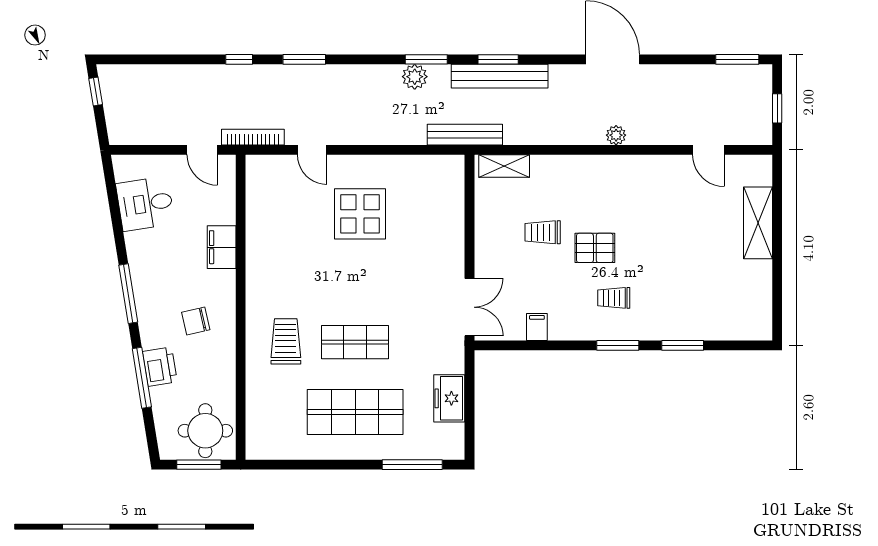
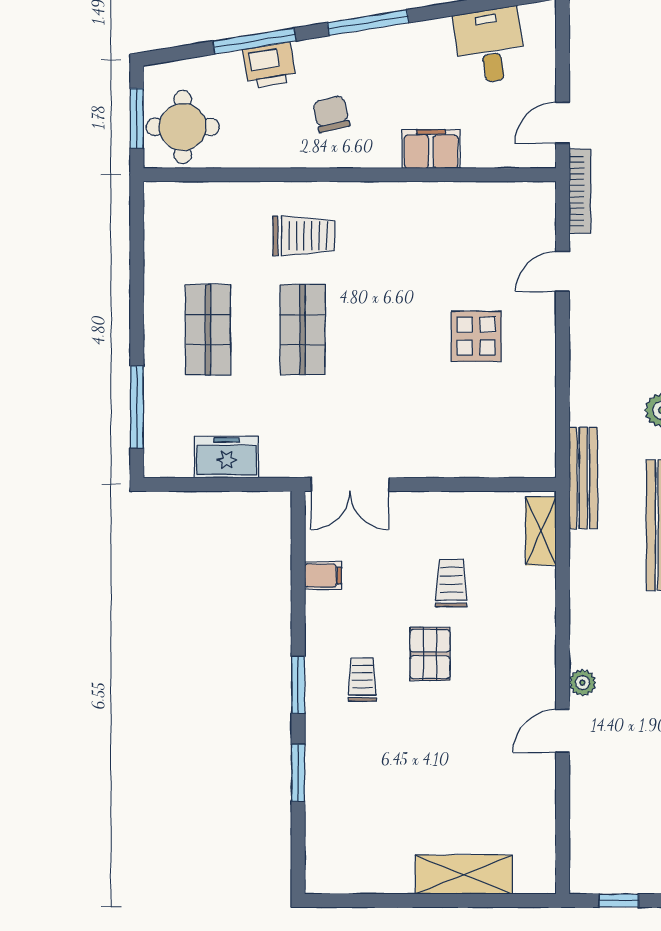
door: (708, 150) -> (563, 731), moved
display table: (360, 214) -> (476, 336), width x0.73, depth x0.73
shop shelf: (355, 412) -> (208, 330), width x0.70, depth x0.74

